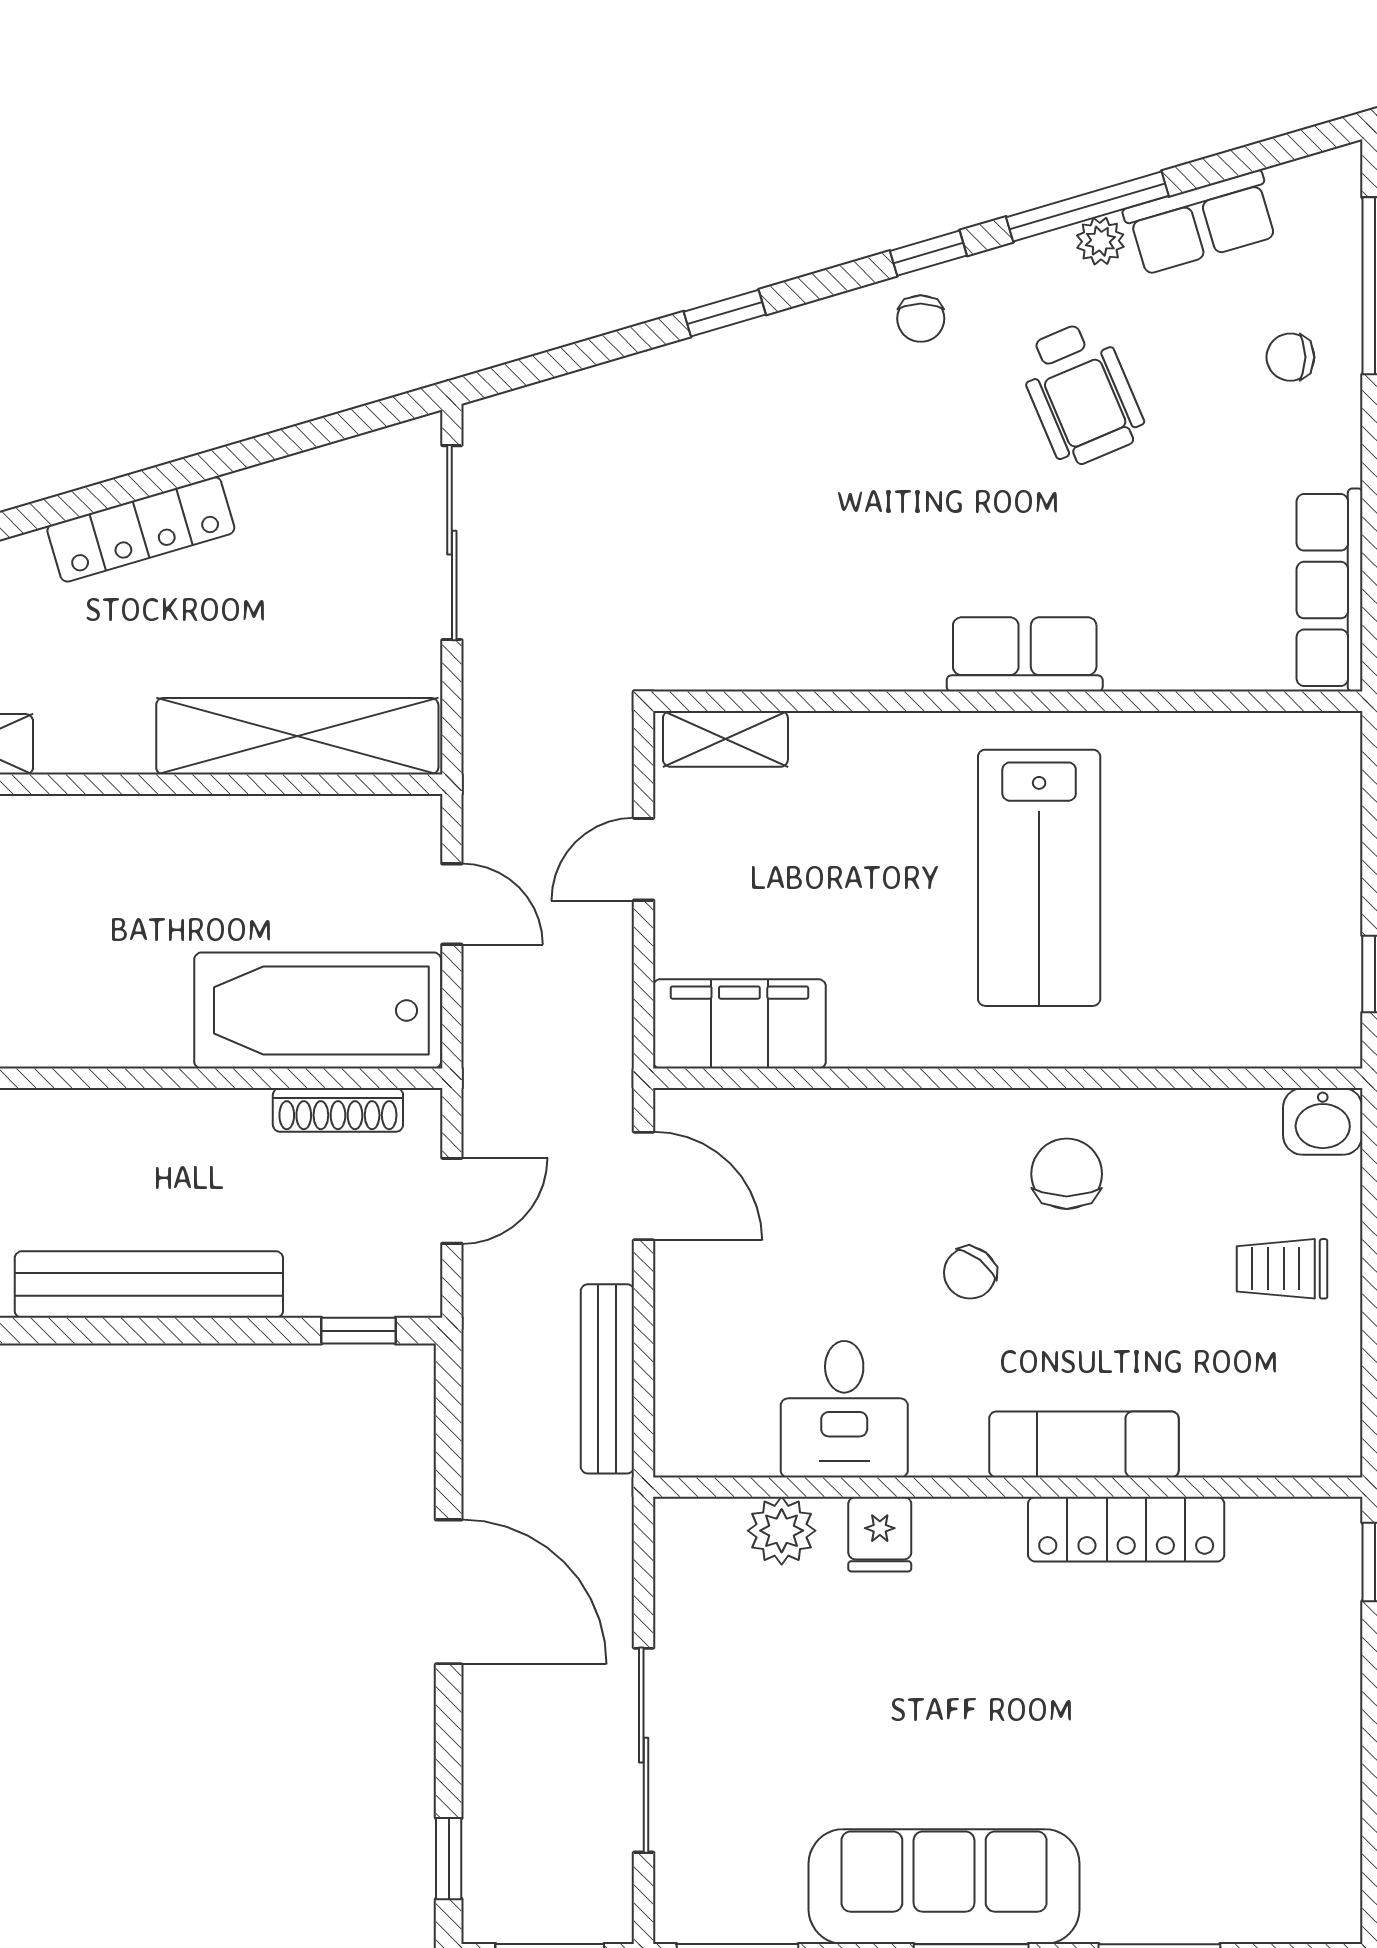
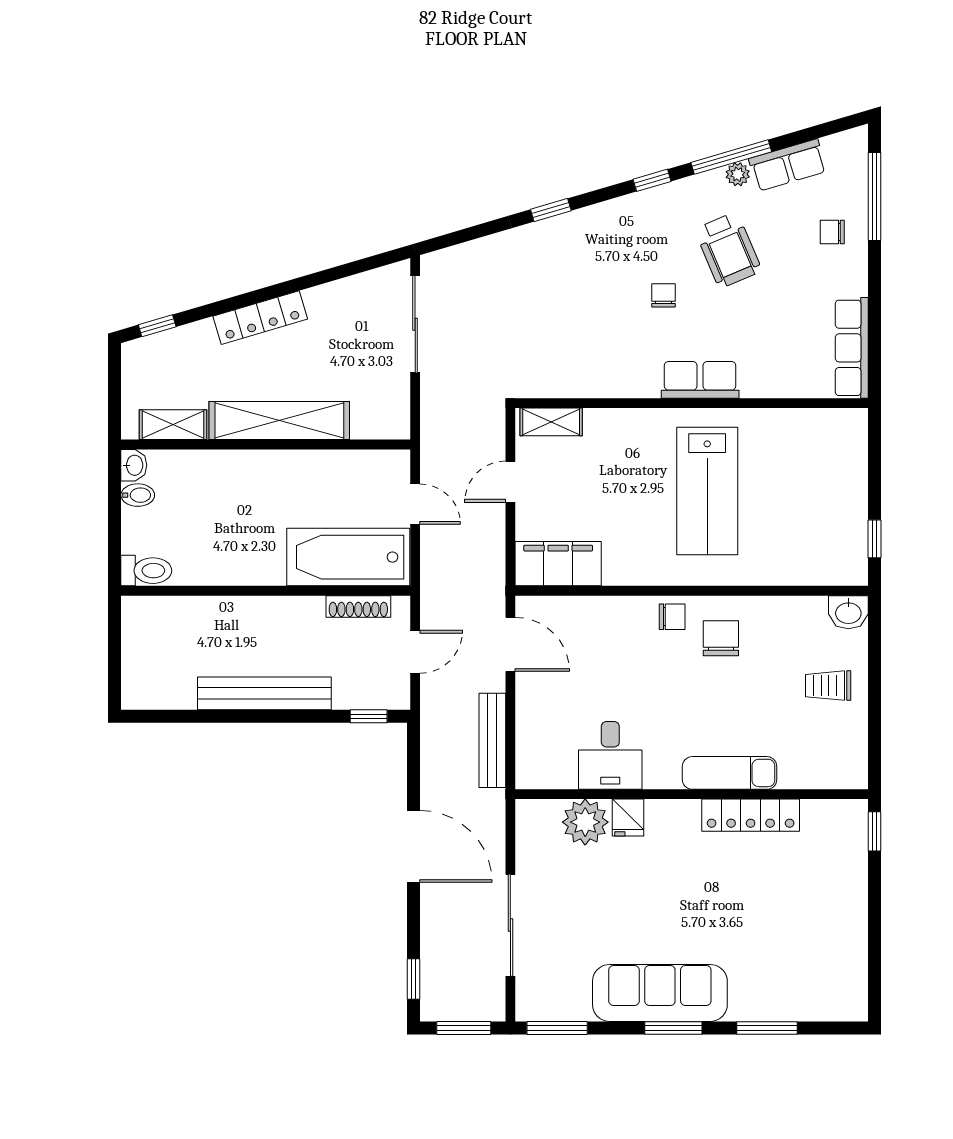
chair: (921, 319) -> (663, 295), moved, turned 180
shelving: (297, 736) -> (279, 421), moved
chair: (970, 1273) -> (672, 617), moved, turned -128
plant: (782, 1531) -> (585, 822), width x1.36, depth x1.36

